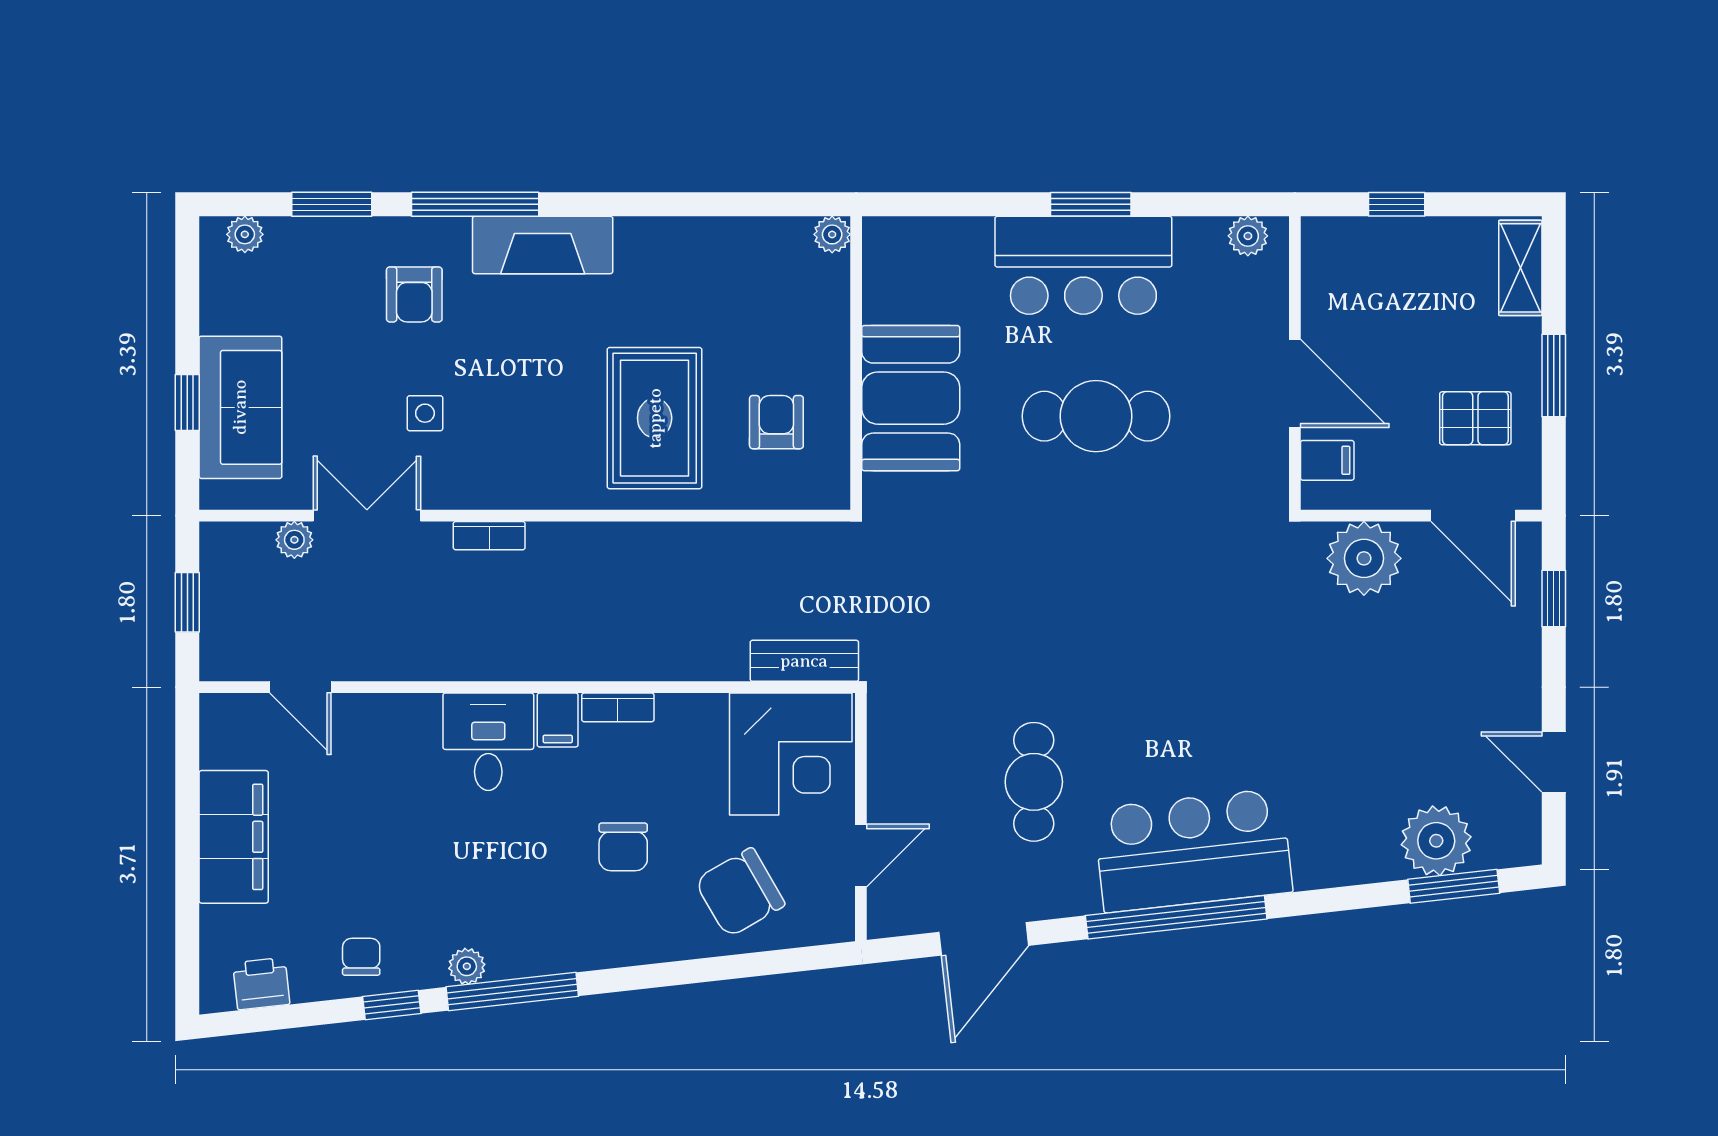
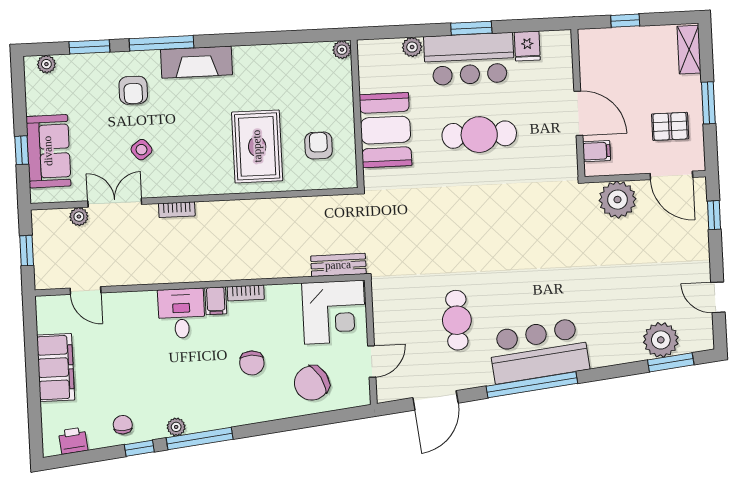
plant: (1248, 236) -> (412, 47), moved
fridge: (1200, 245) -> (527, 46), added
side table: (425, 413) -> (141, 150), turned -38

